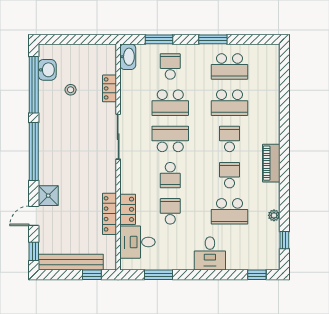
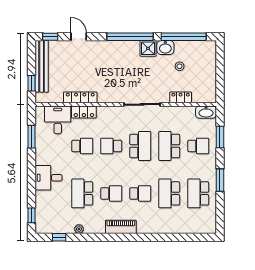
washbasin: (47, 70) -> (165, 47), moved
shower: (48, 196) -> (148, 48), moved

